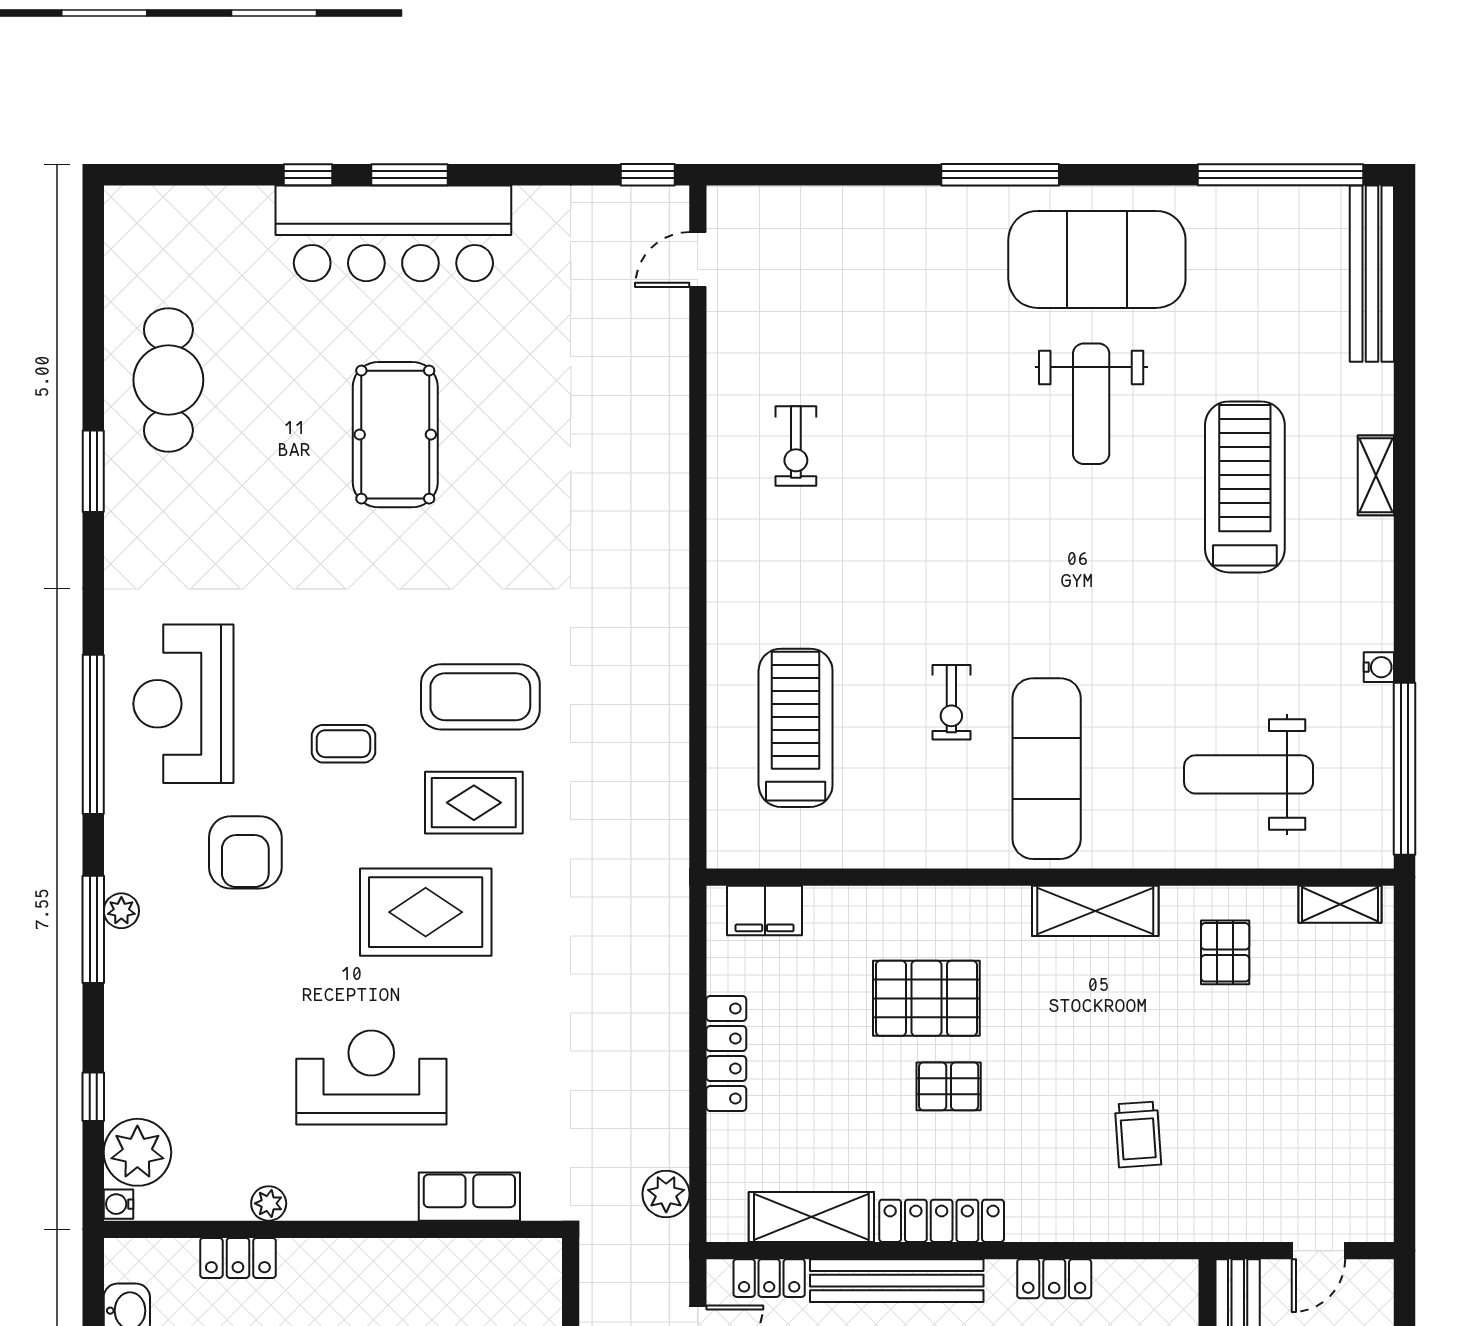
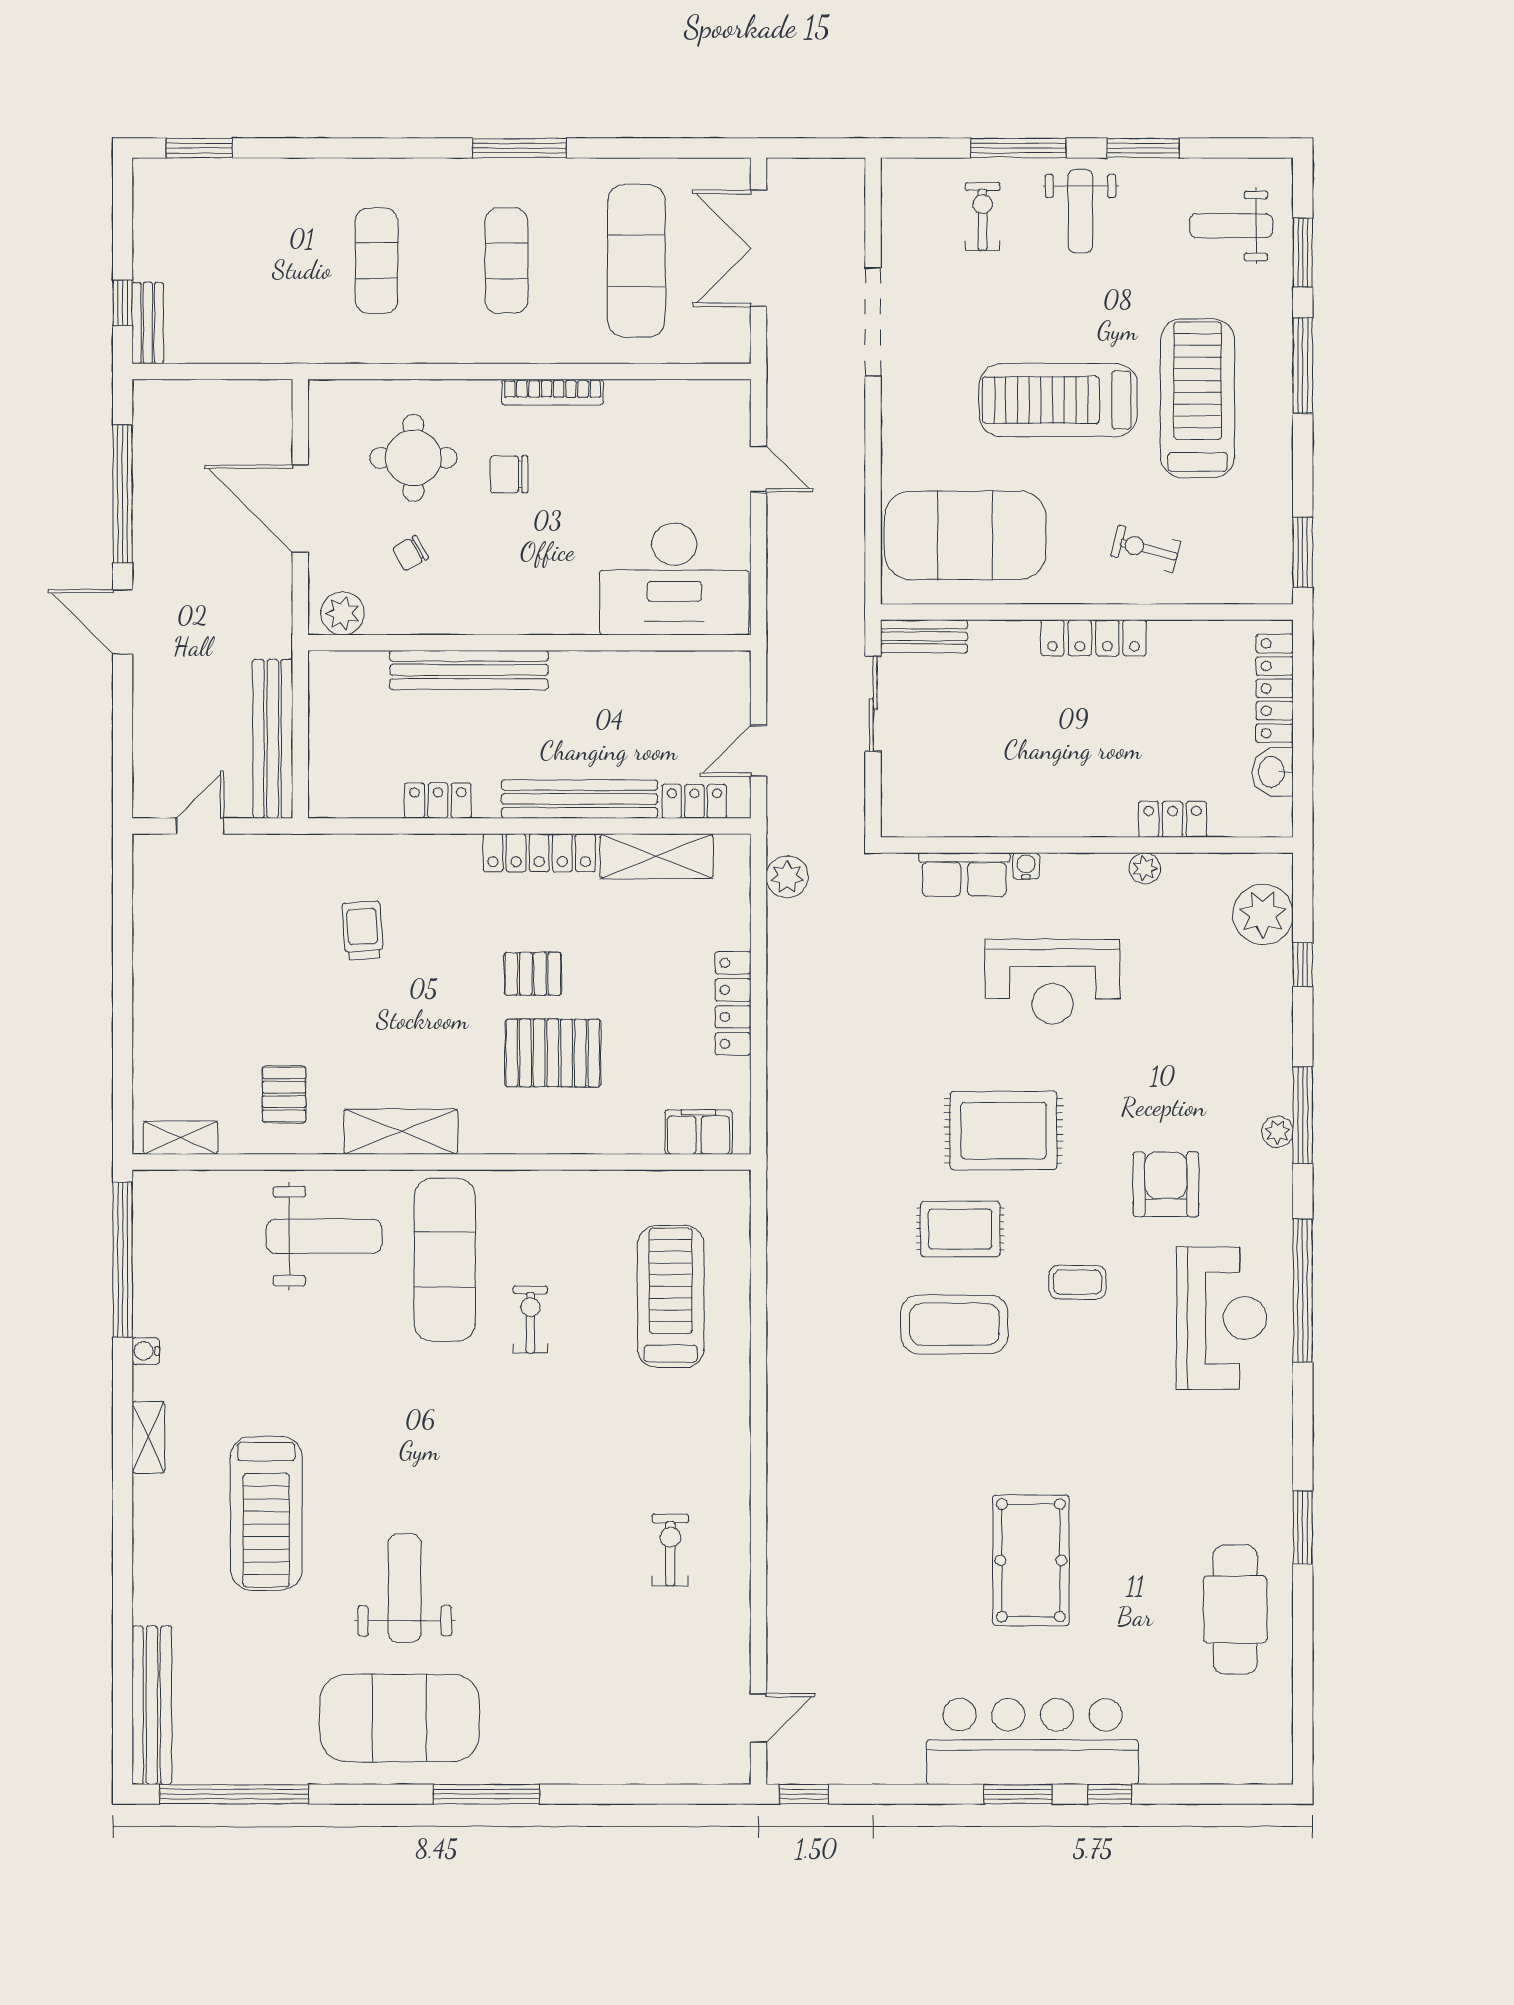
shelving: (1376, 475) -> (148, 1437), moved
treadmill: (796, 728) -> (671, 1296), turned 180
weight bench: (1249, 774) -> (324, 1236), moved
water cooler: (118, 1204) -> (1026, 866), moved, turned -90

